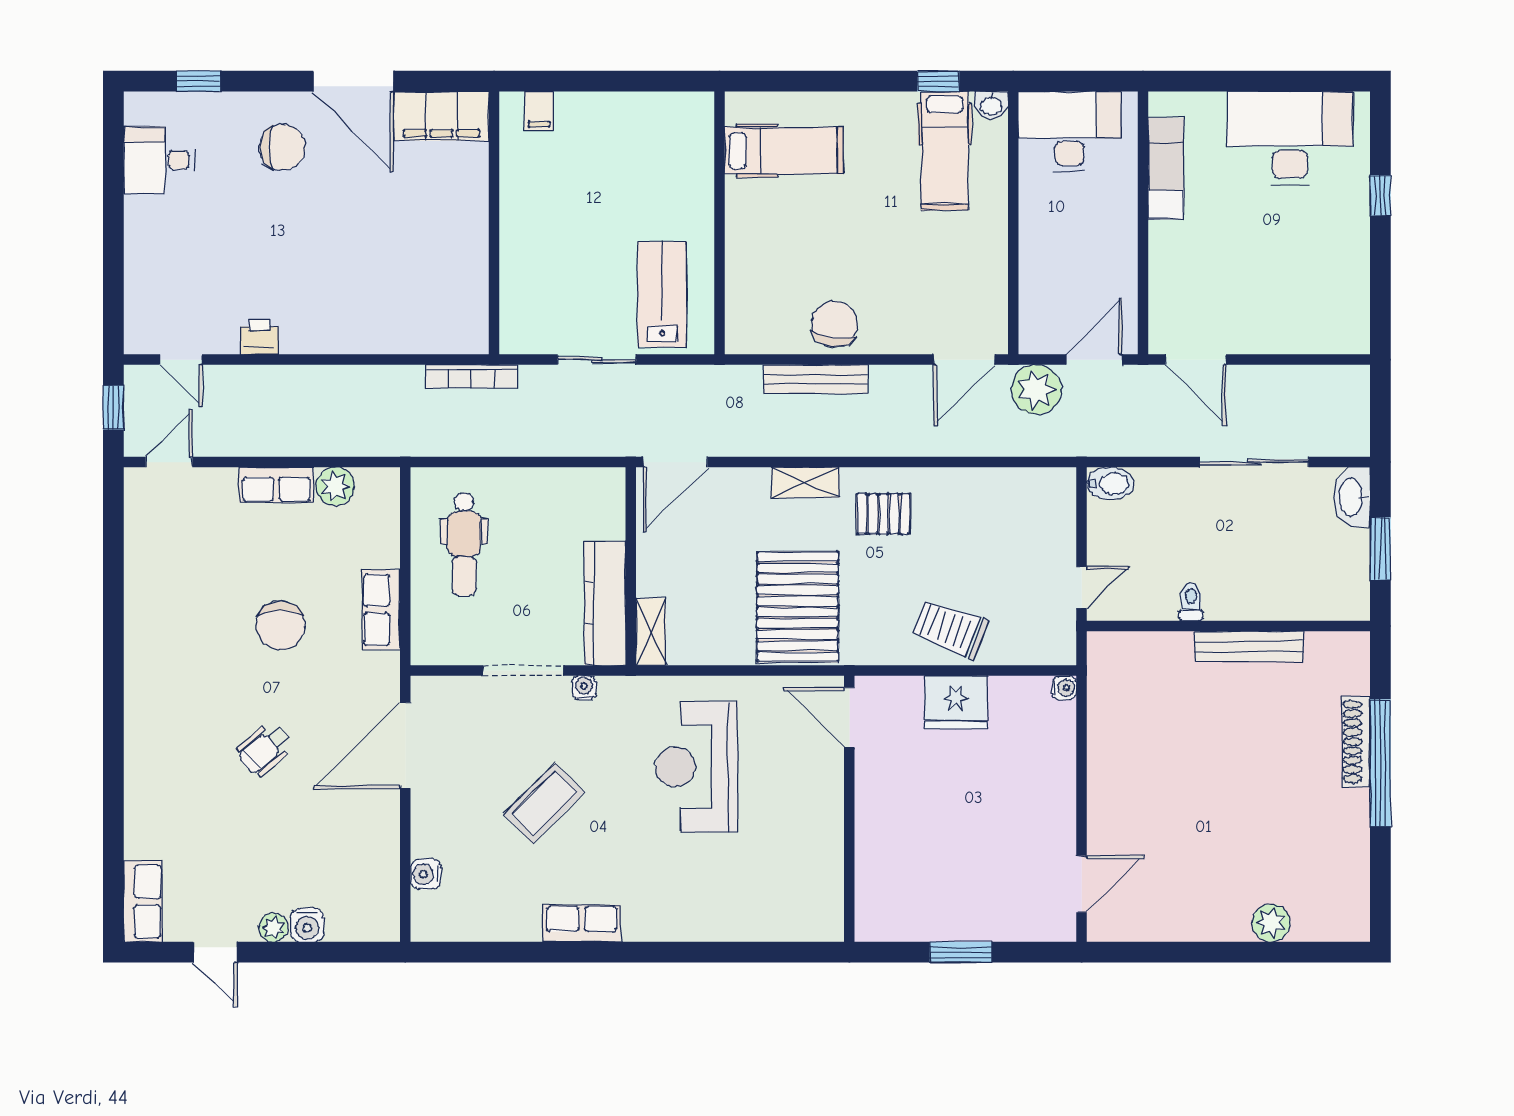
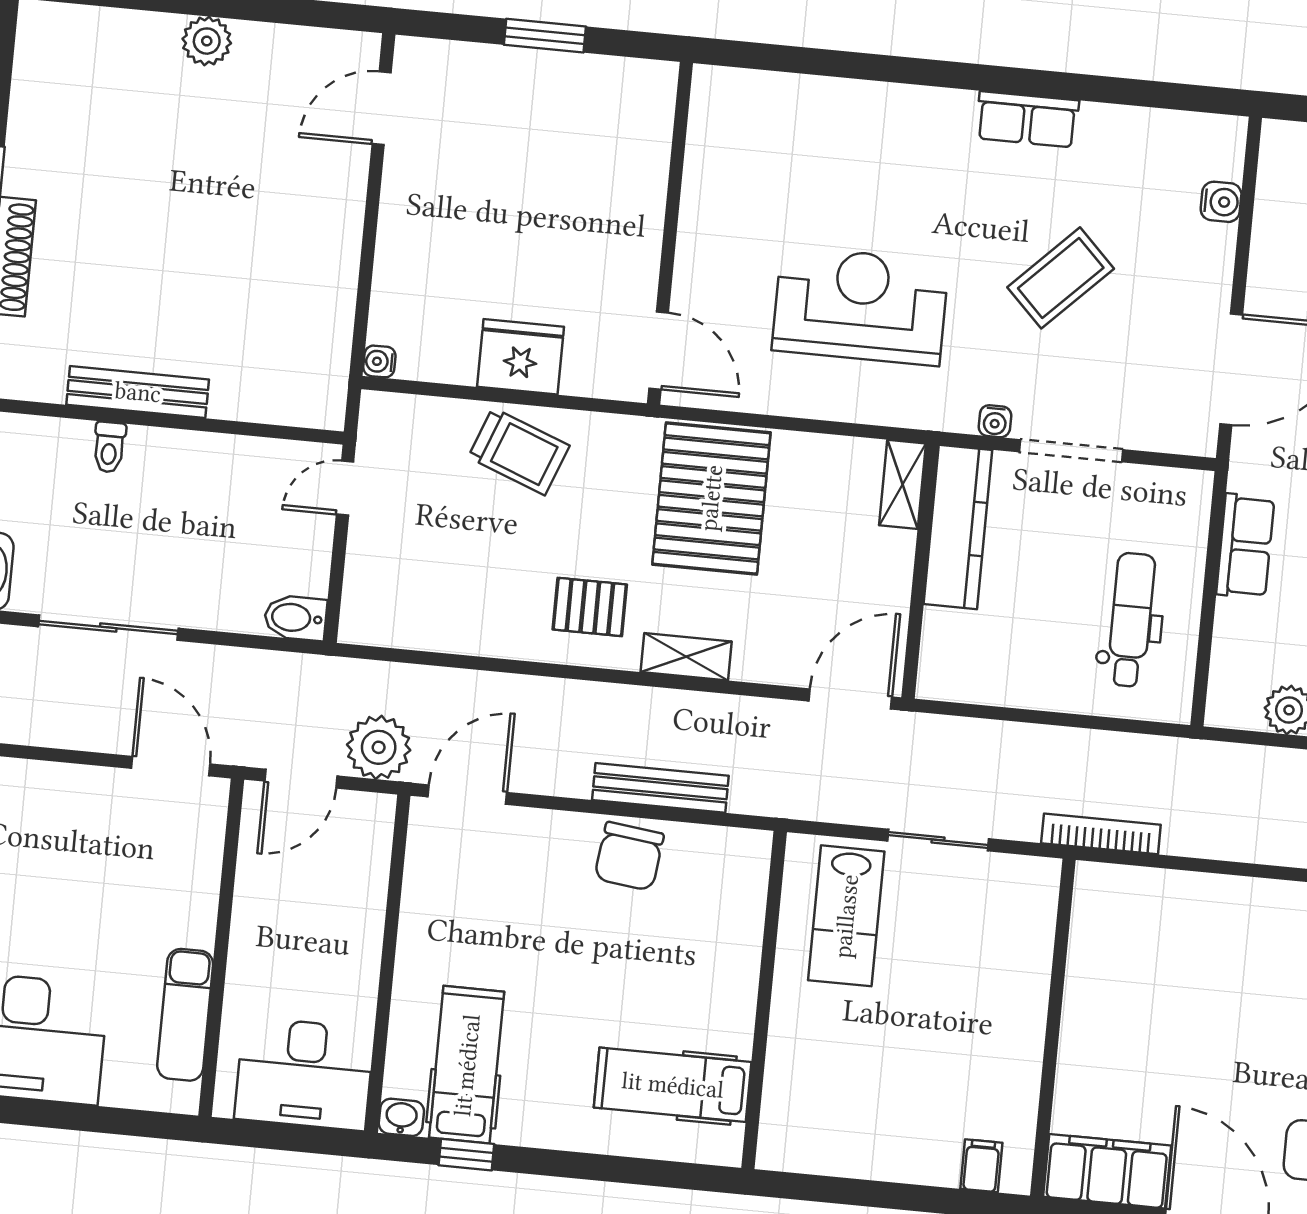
toilet: (1191, 602) -> (109, 447), moved
reception desk: (697, 767) -> (860, 306), turned -90
plant: (1271, 923) -> (207, 41), moved

